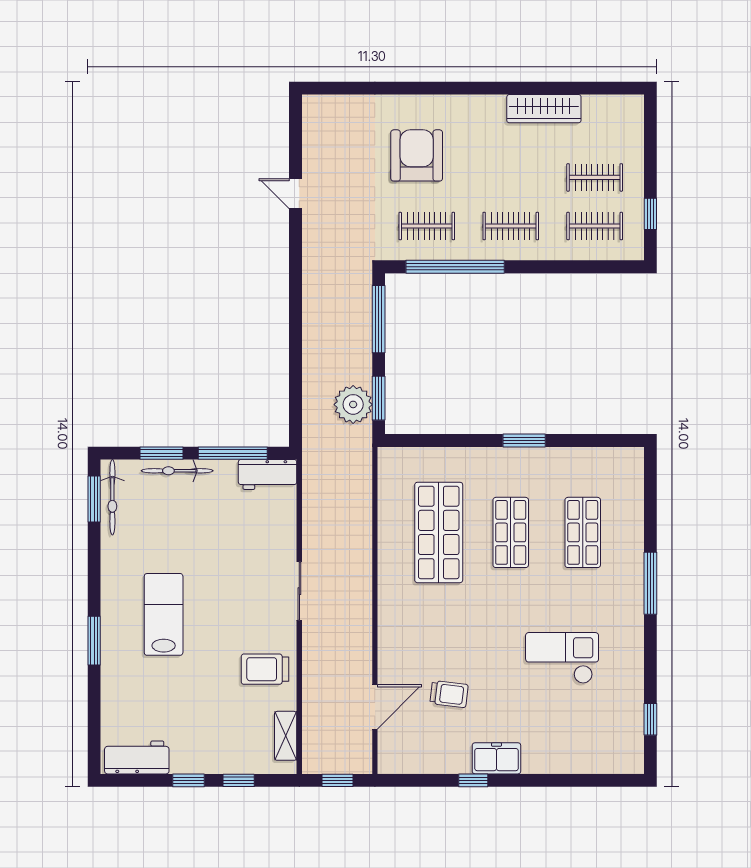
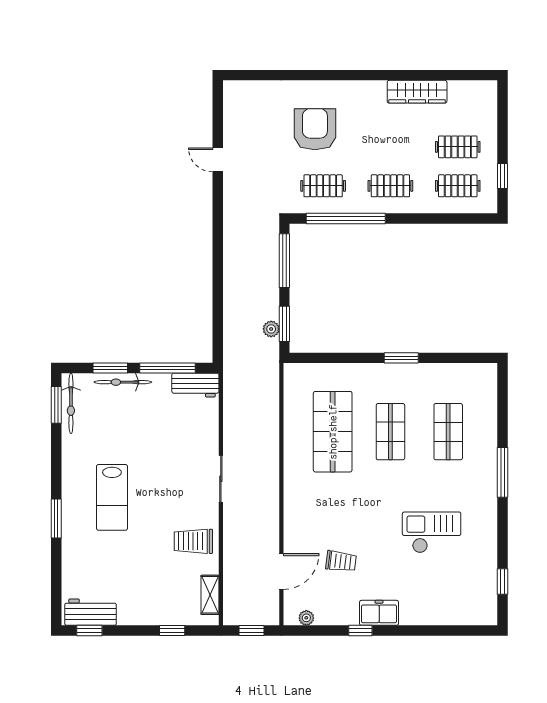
plant: (353, 404) -> (271, 329), width x0.53, depth x0.53
lab bench: (164, 614) -> (112, 497), turned 180
plant: (406, 765) -> (306, 618), added
window: (189, 780) -> (89, 630), moved

